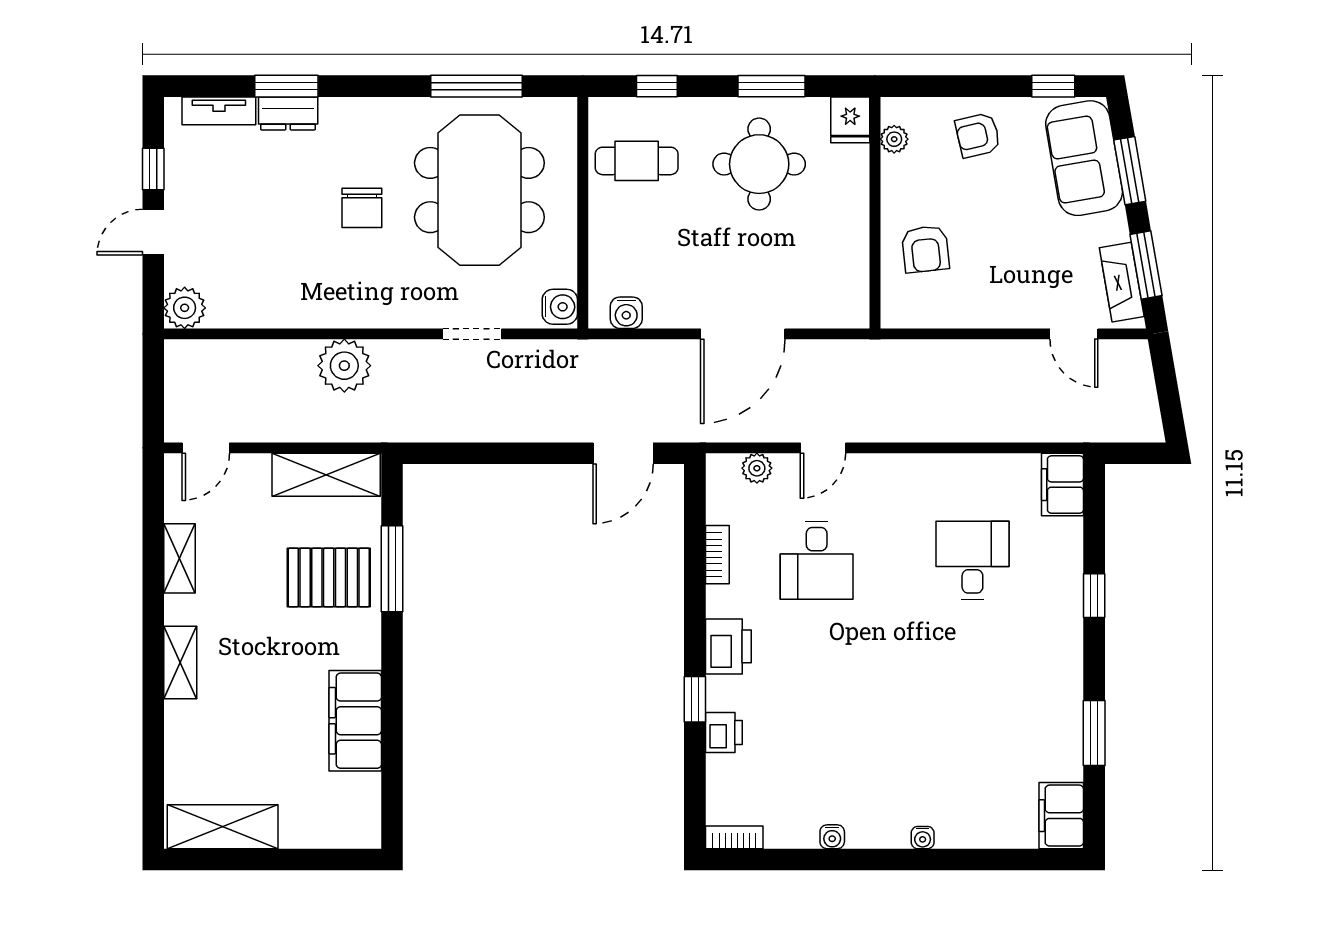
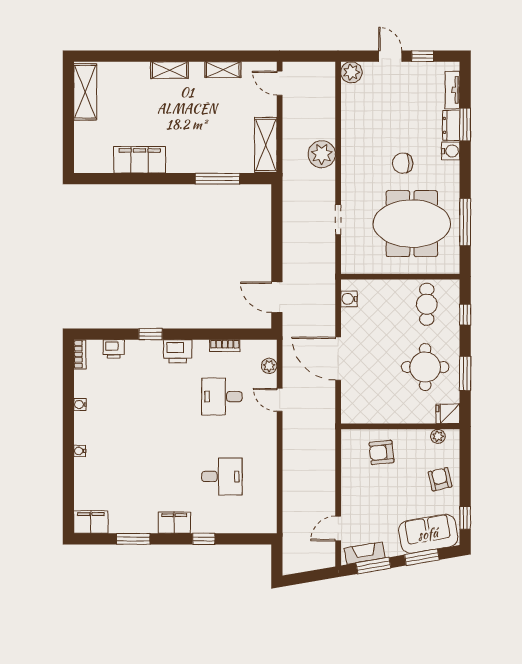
water cooler: (560, 307) -> (451, 151), moved, turned -90
filing cabinet: (1063, 485) -> (174, 523), moved
pallet: (329, 577) -> (213, 146), removed
printer: (724, 733) -> (114, 349), moved

